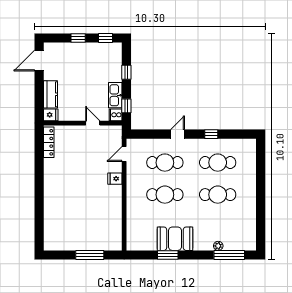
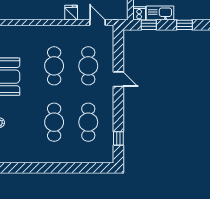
window: (211, 134) -> (118, 138), moved

